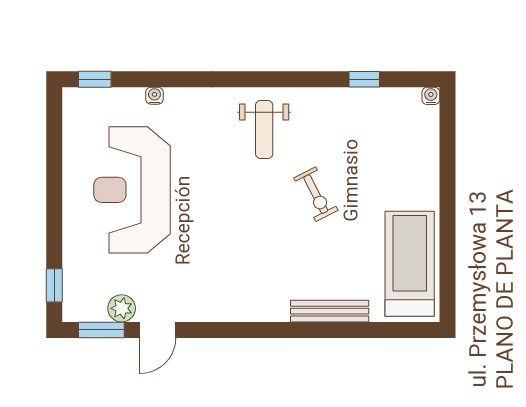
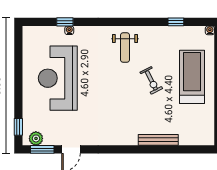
window: (95, 79) -> (65, 22), moved
treadmill: (410, 264) -> (192, 77), moved
plant: (122, 308) -> (36, 138), moved

